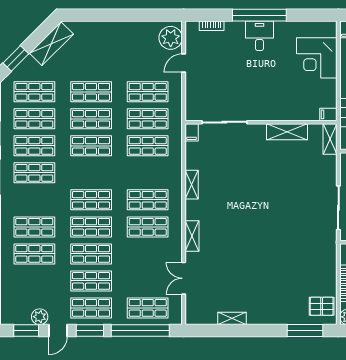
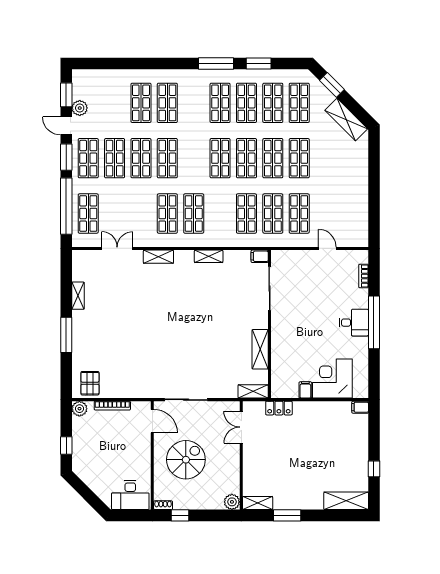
plant: (171, 38) -> (352, 236), removed
filing cabinet: (328, 114) -> (305, 390), moved
shop shelf: (91, 200) -> (220, 158), moved
window: (305, 331) -> (66, 335), moved

